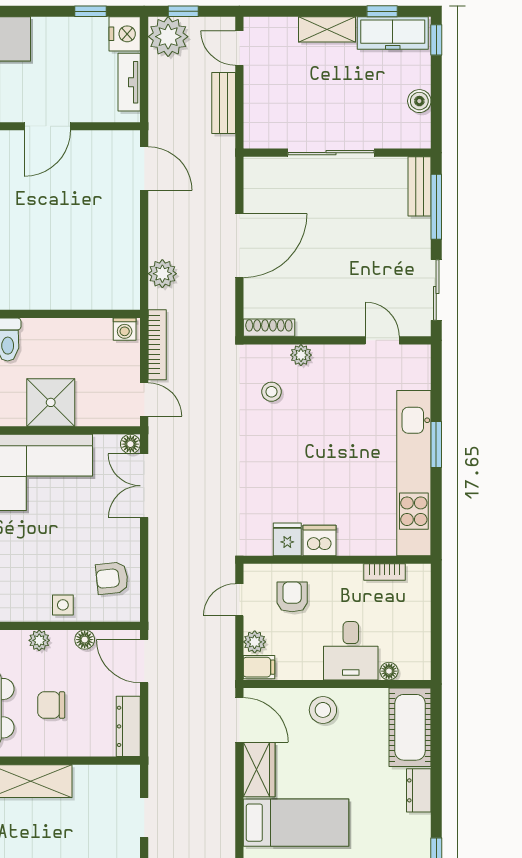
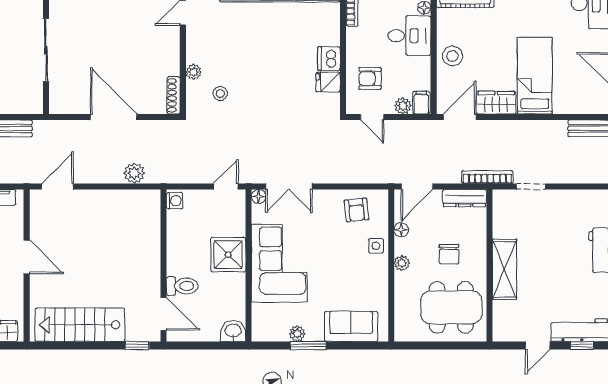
bookcase: (157, 345) -> (487, 177), moved

